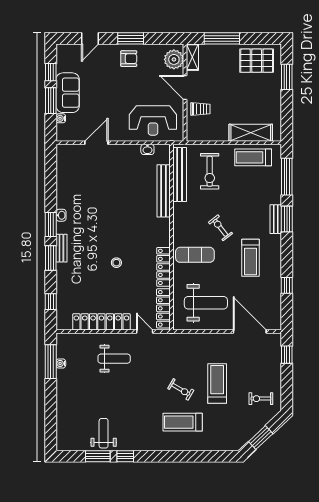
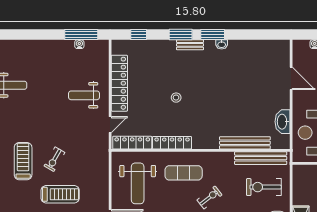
washbasin: (147, 149) -> (282, 122), width x1.91, depth x1.45
exercise mat: (195, 255) -> (184, 173), turned 90
weight bench: (114, 359) -> (84, 95), turned 90

